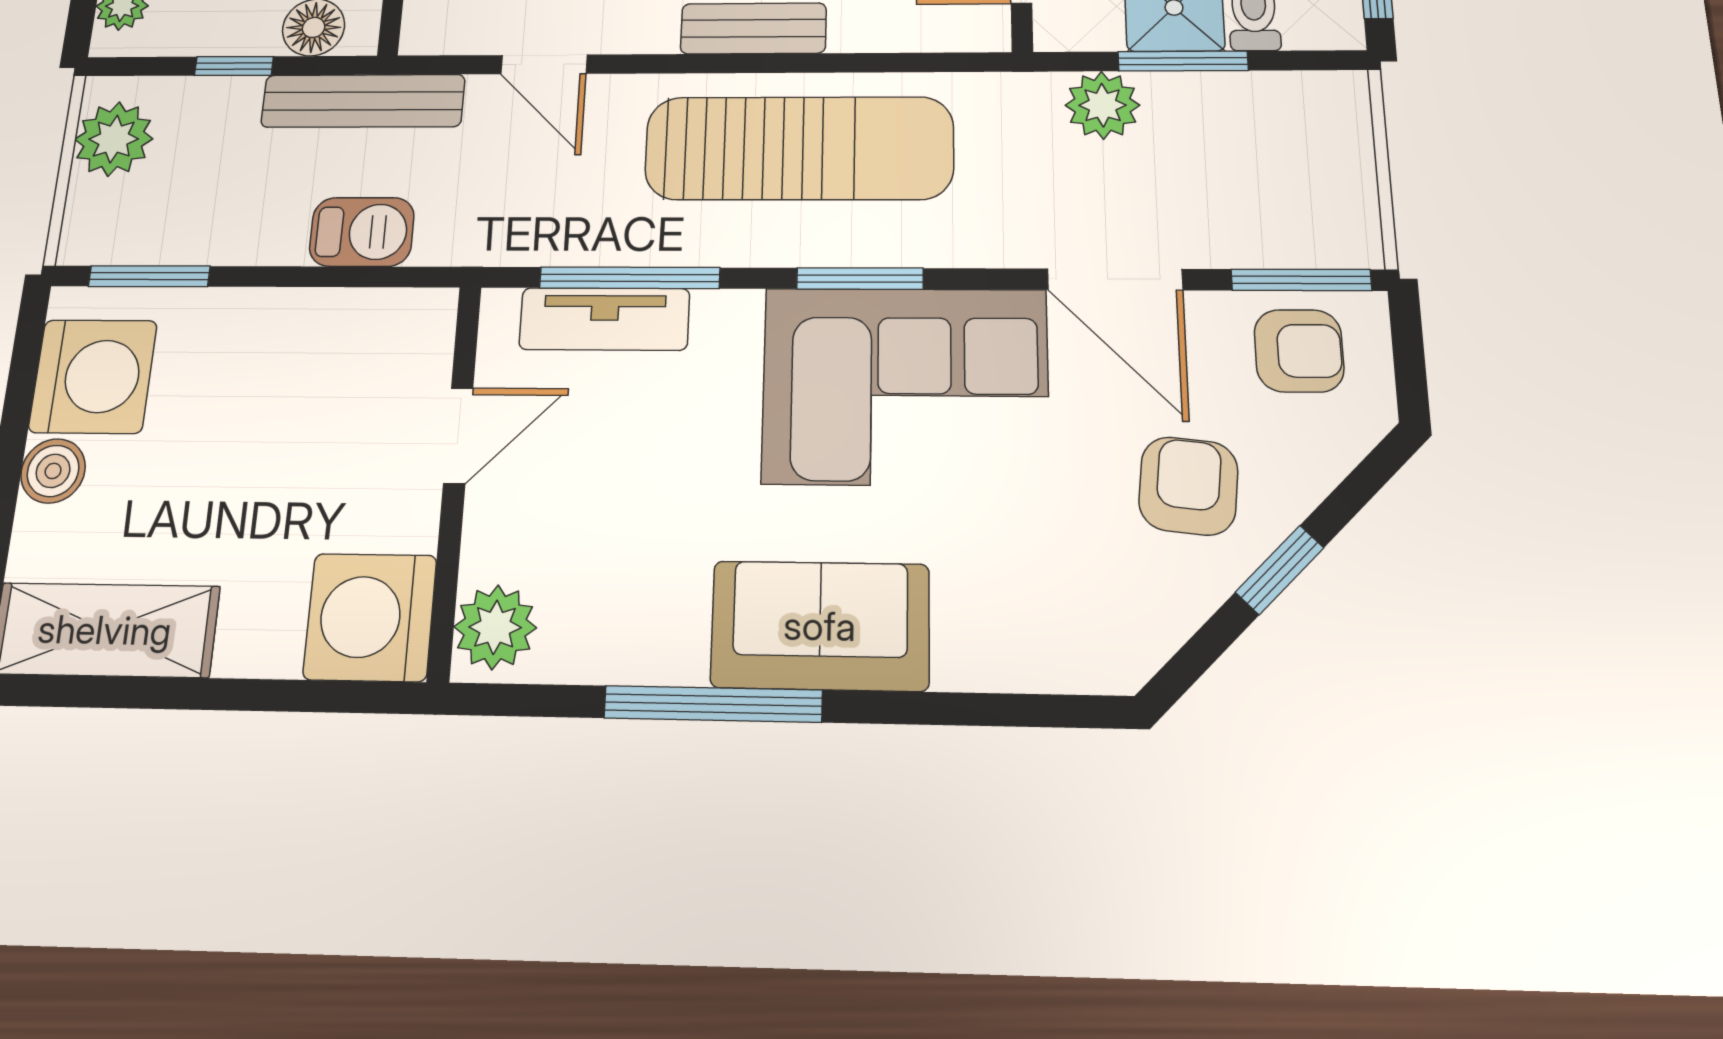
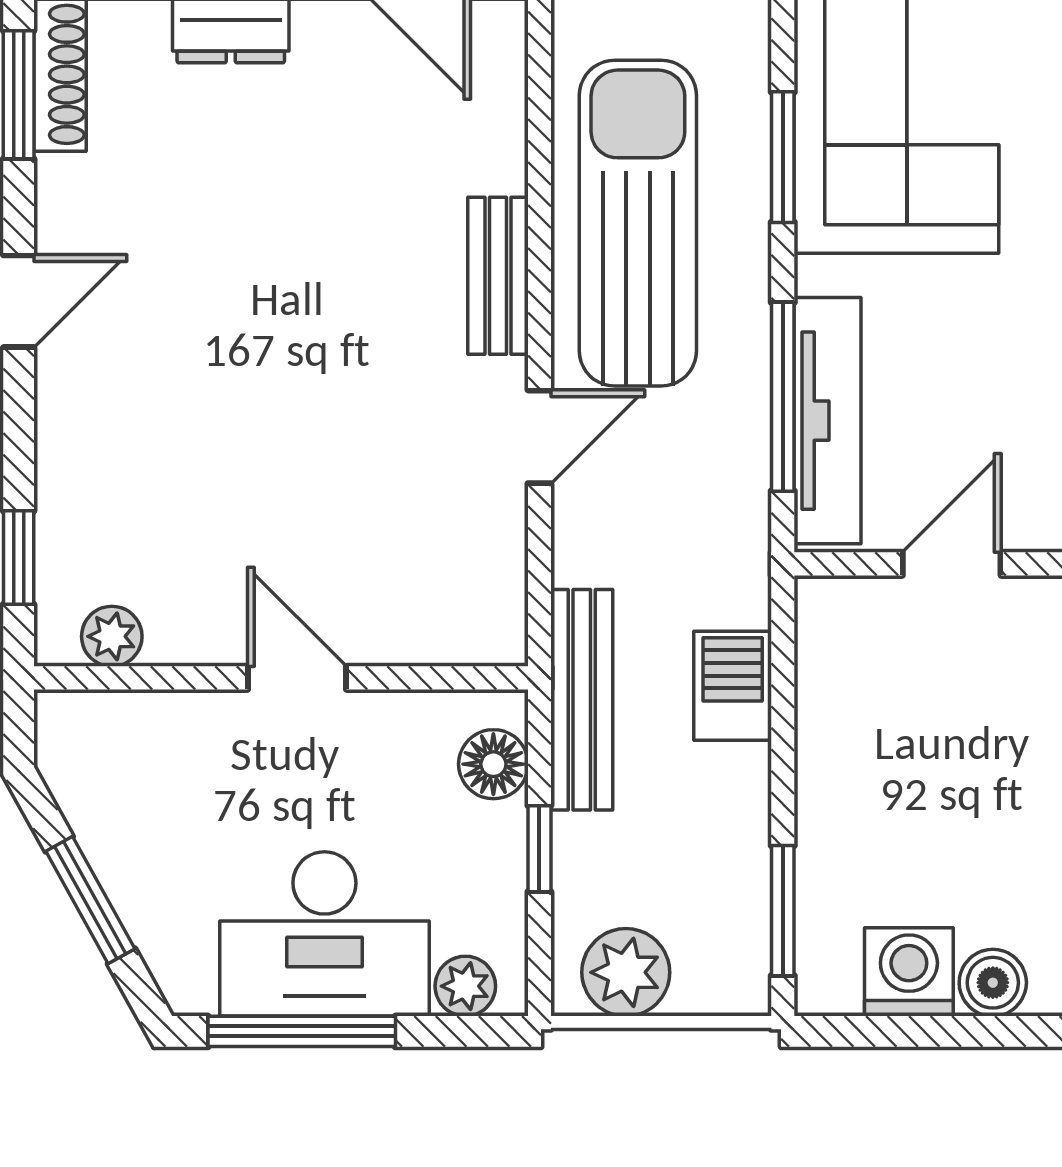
door: (544, 64) -> (539, 437), moved
tv unit: (604, 319) -> (828, 421), width x1.41
washing machine: (93, 376) -> (909, 972), width x0.73, depth x0.73
door: (458, 435) -> (952, 564), hinge flipped

